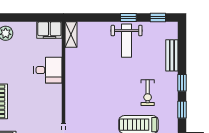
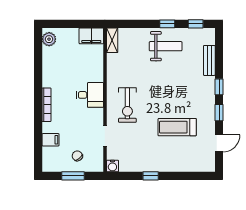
weight bench: (127, 41) -> (166, 46), turned -90
desk: (48, 70) -> (90, 95), moved
exercise bike: (148, 93) -> (127, 105), moved, width x1.38, depth x1.39

